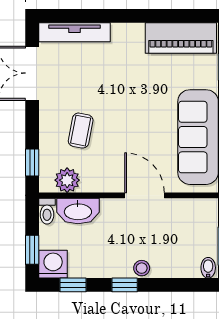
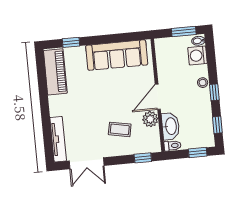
plant: (67, 180) -> (150, 119), moved
door: (145, 195) -> (158, 97), moved
washing machine: (53, 264) -> (197, 55), moved

